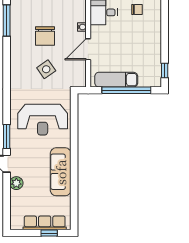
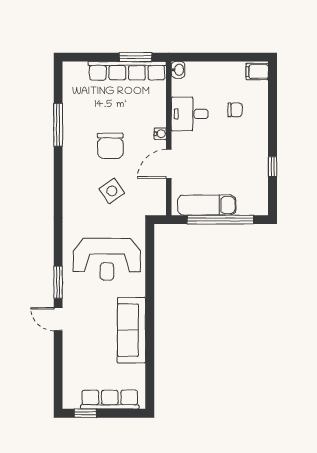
window: (165, 70) -> (273, 167), moved
plant: (16, 183) -> (71, 345), removed
window: (49, 233) -> (85, 413), moved

